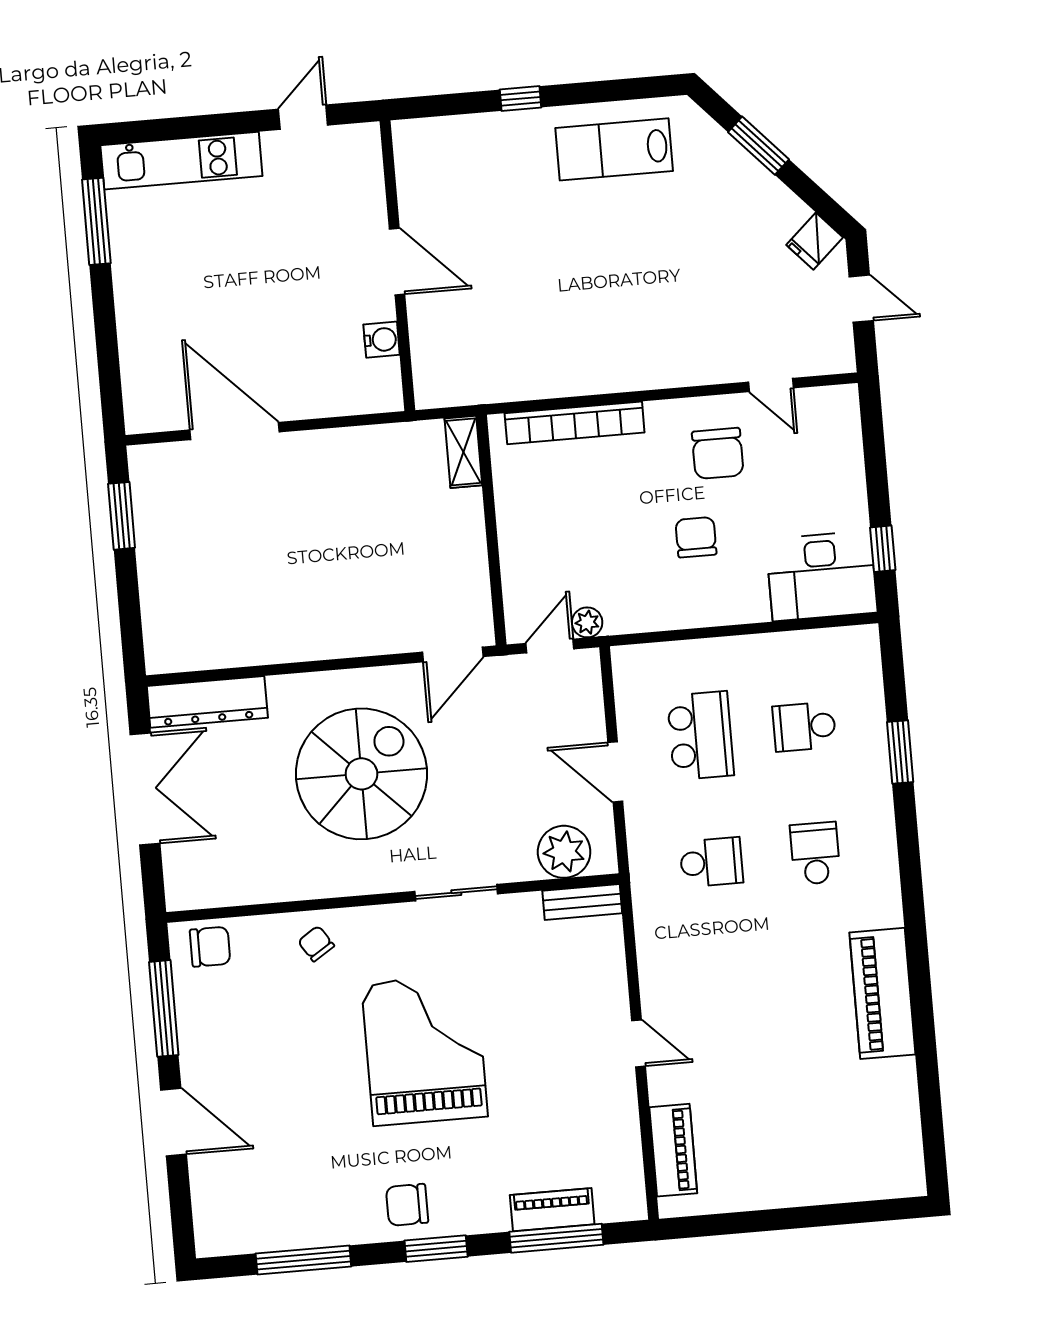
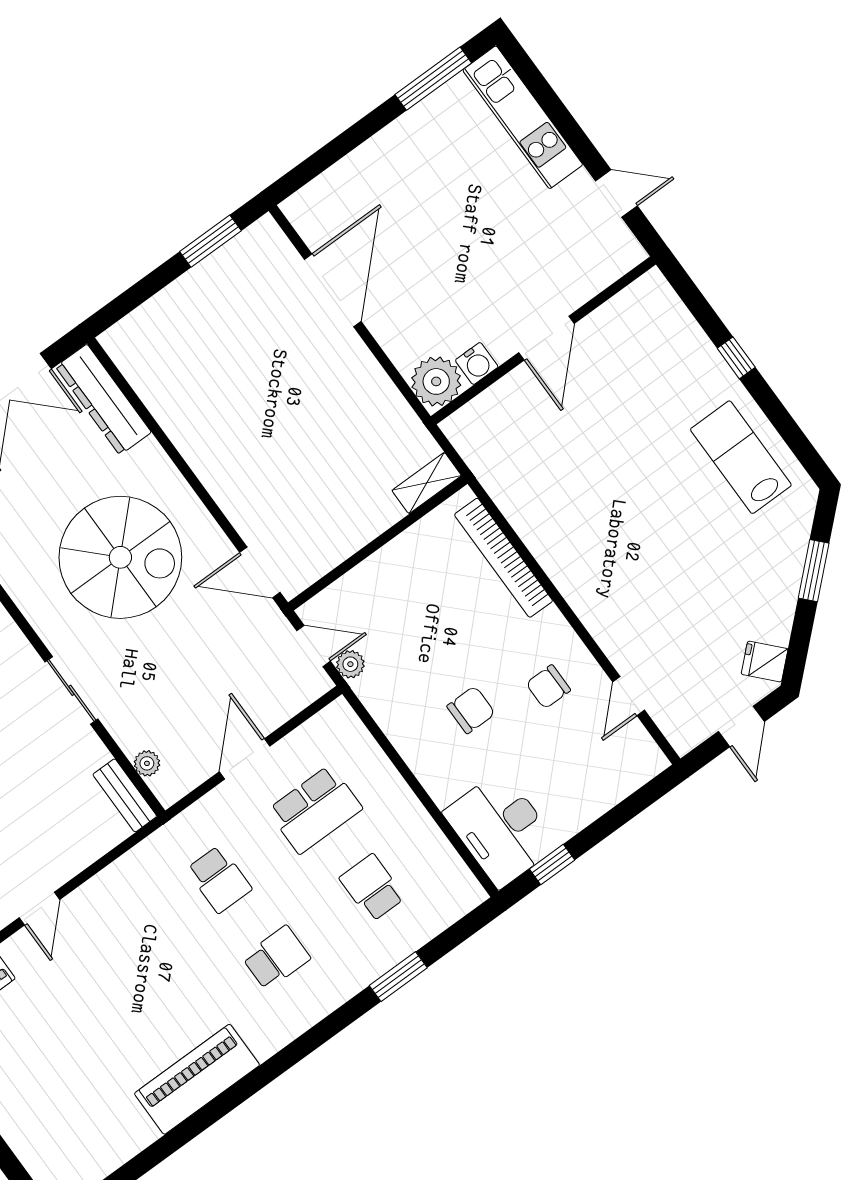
plant: (376, 387) -> (436, 381), added
chair: (718, 453) -> (548, 687), width x0.73, depth x0.73
plant: (564, 852) -> (147, 763), width x0.53, depth x0.53

